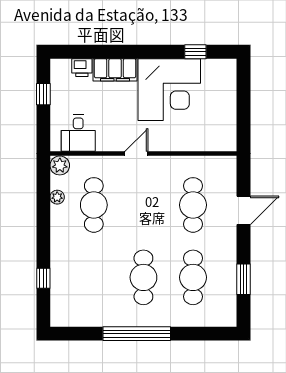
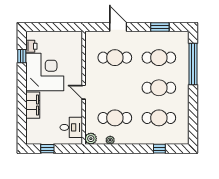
printer: (82, 68) -> (31, 46), moved
cafe table: (94, 277) -> (159, 118), added
window: (137, 334) -> (193, 64), moved

